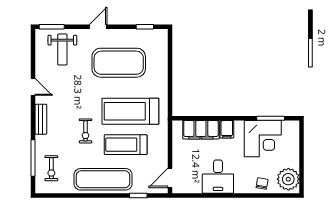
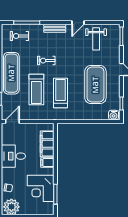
water cooler: (161, 38) -> (114, 115), added
weight bench: (62, 49) -> (96, 39), moved, turned -90
treadmill: (130, 111) -> (60, 93), width x0.73, depth x0.73
treadmill: (126, 145) -> (36, 89), turned 180
door: (170, 178) -> (12, 122), hinge flipped

